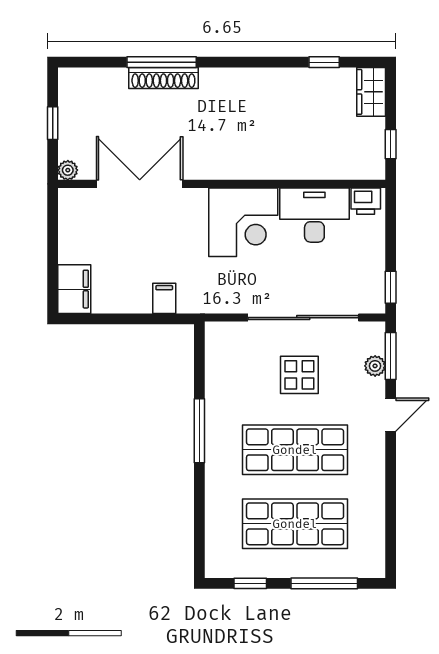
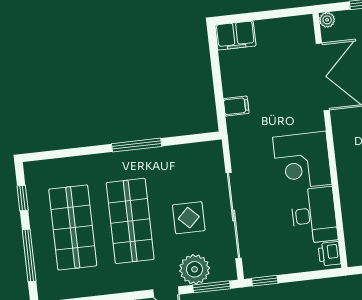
plant: (375, 366) -> (195, 269), width x1.88, depth x1.88

